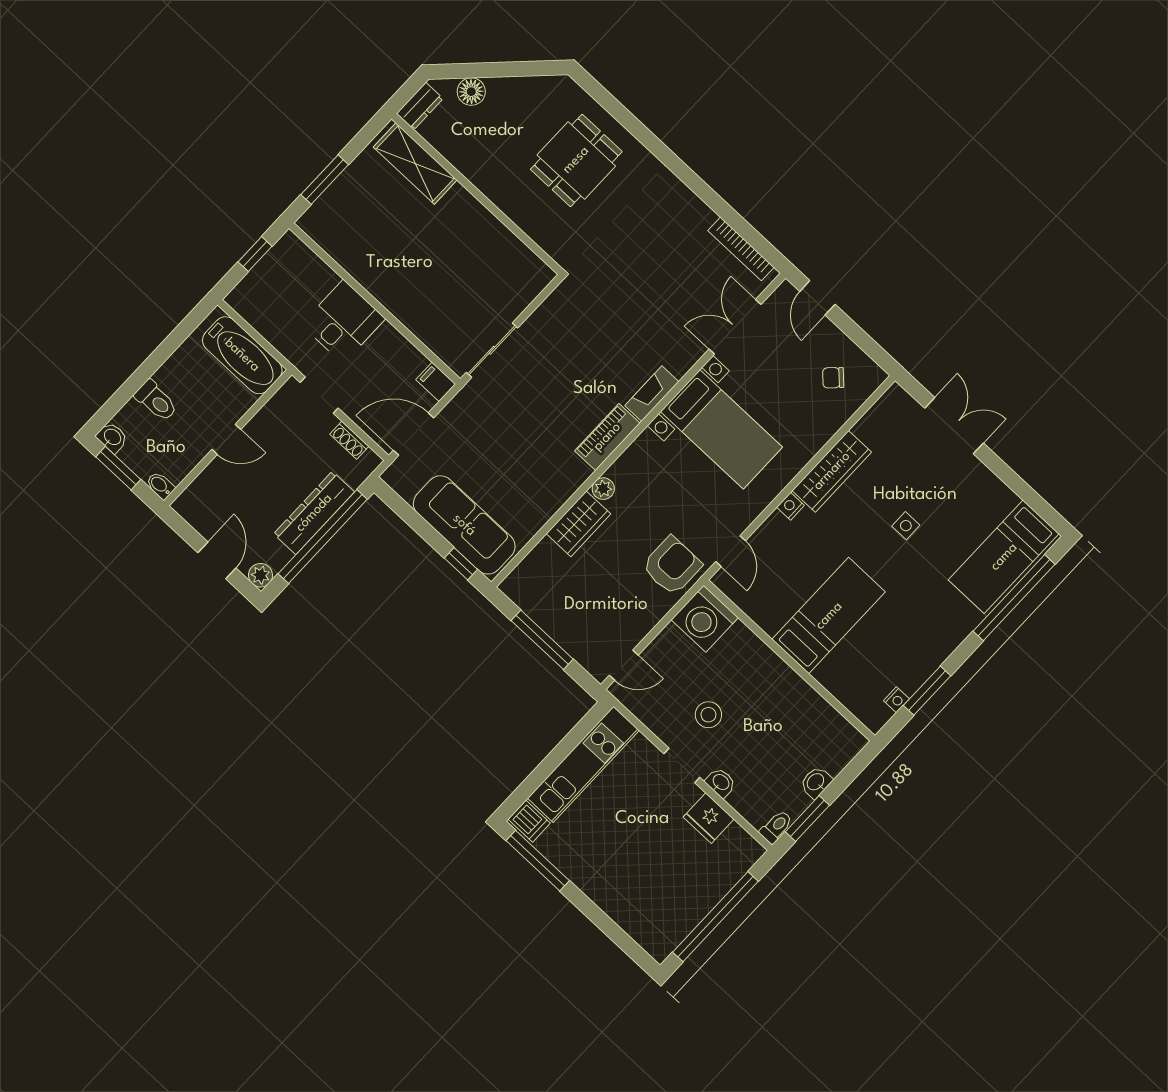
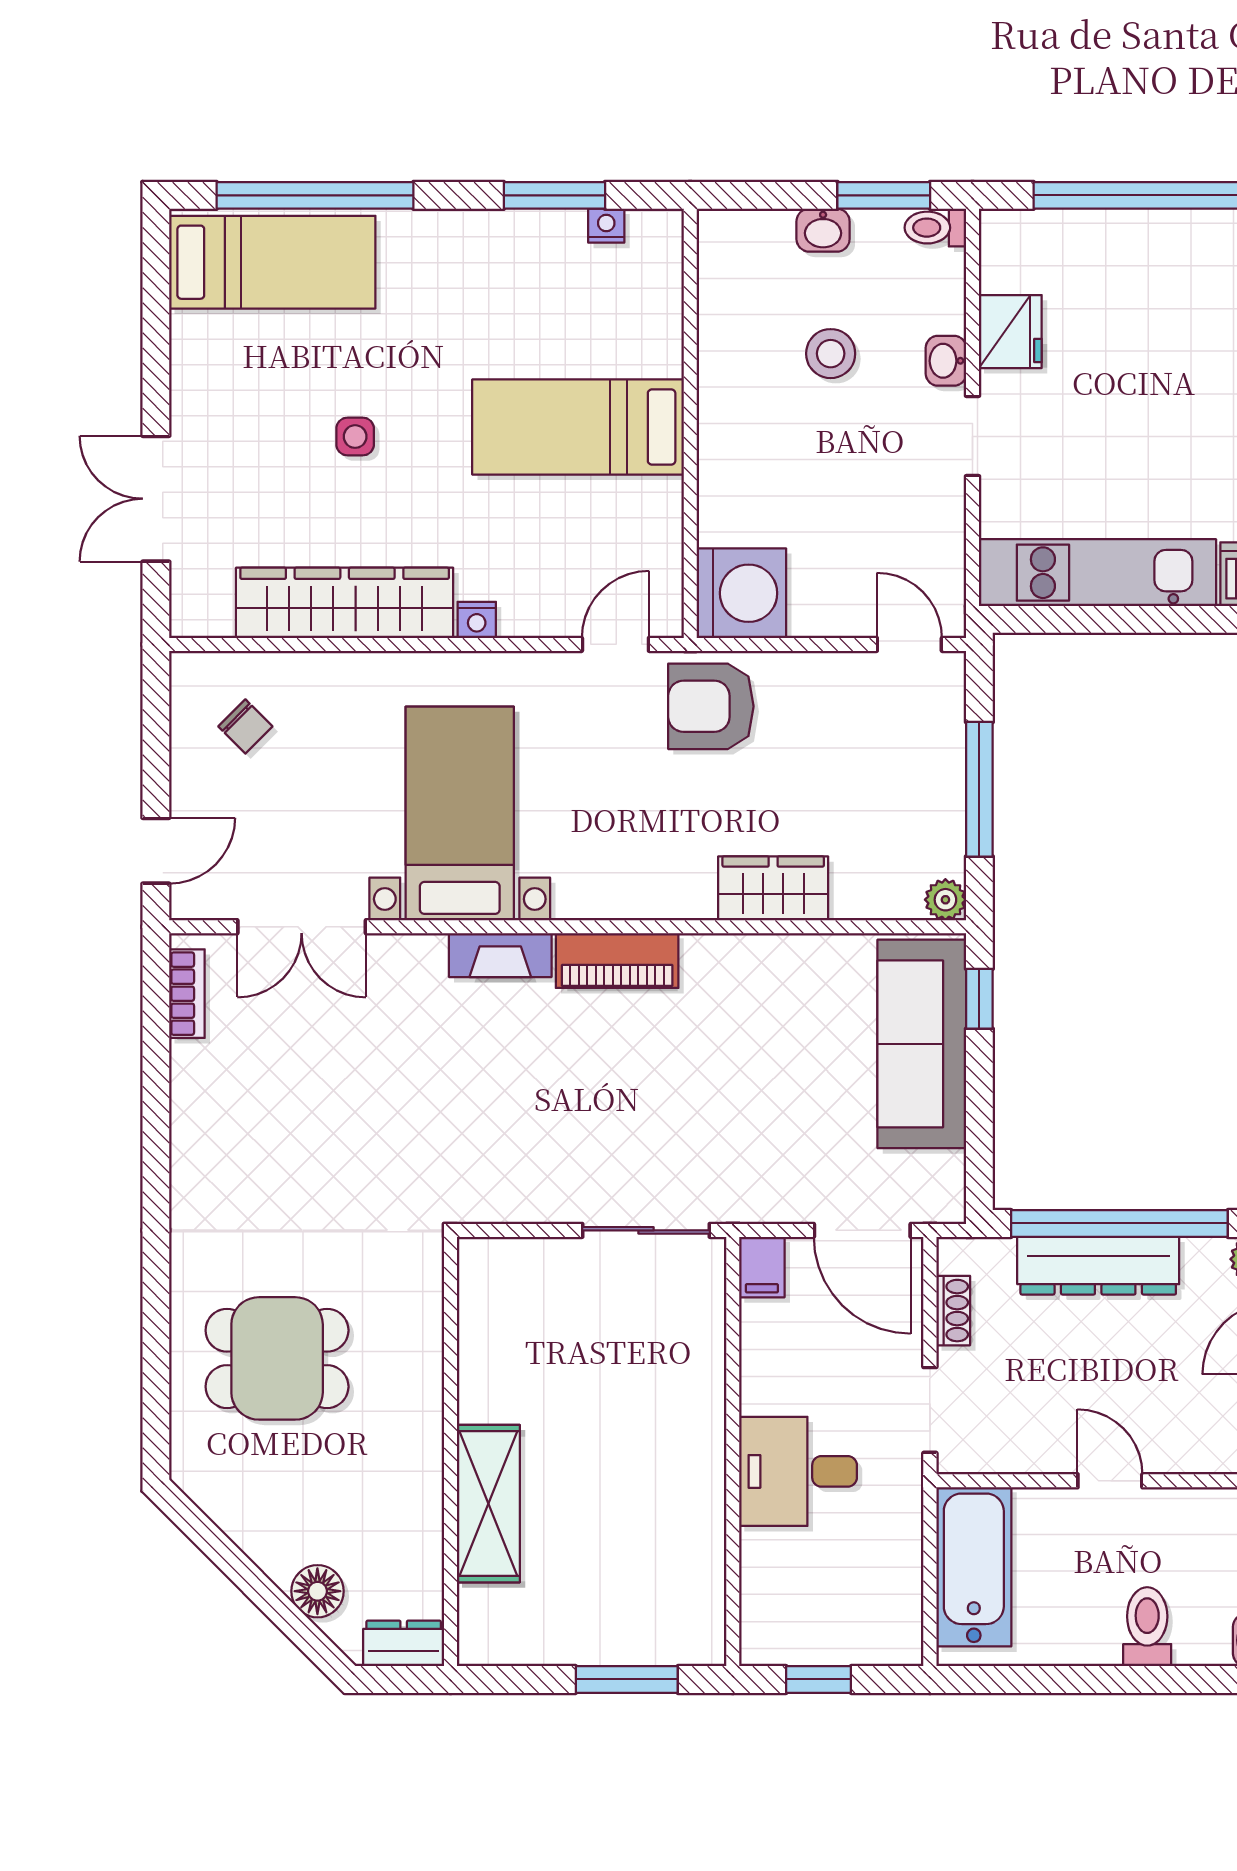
shelving: (415, 164) -> (488, 1504), moved
bookcase: (741, 249) -> (187, 994), width x0.64
wardrobe: (832, 471) -> (345, 603), width x1.40, depth x1.17
plant: (603, 489) -> (945, 900), moved
stool: (708, 715) -> (831, 354), moved

